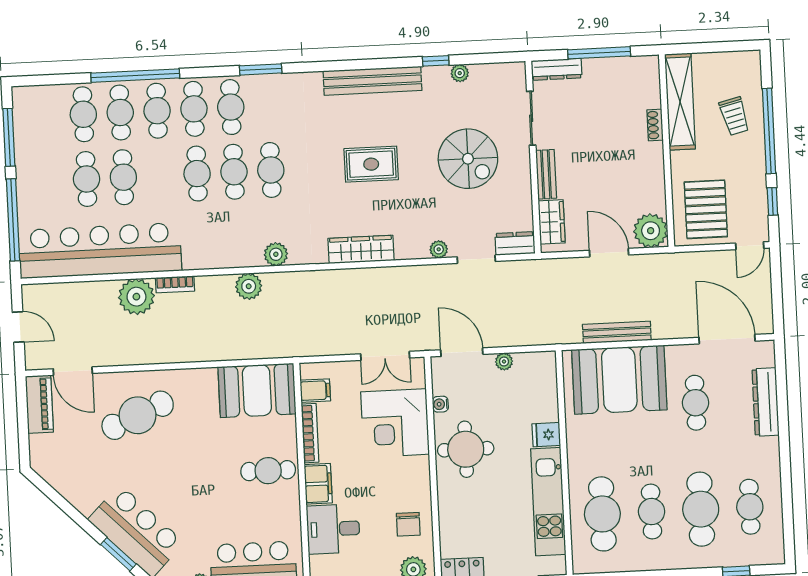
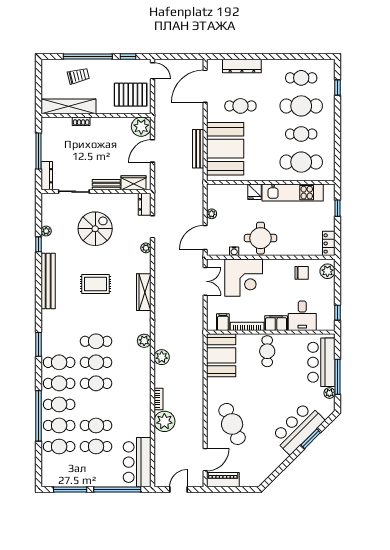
rug: (371, 164) -> (96, 284), turned 90
bar counter: (100, 251) -> (137, 462), width x0.54

